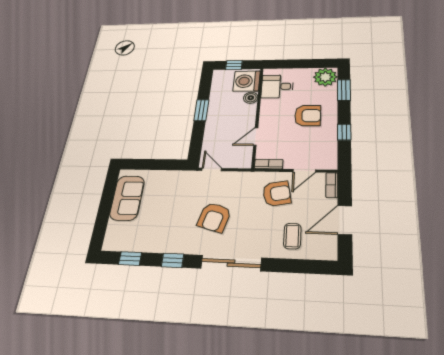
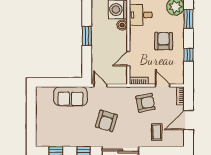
armchair: (308, 116) -> (164, 41), turned -90
door: (304, 171) -> (163, 86), swing flipped
sofa: (127, 198) -> (70, 96), moved, turned 90

